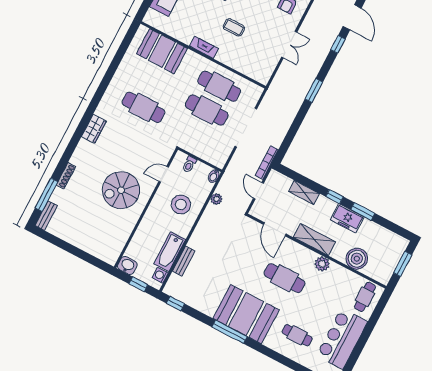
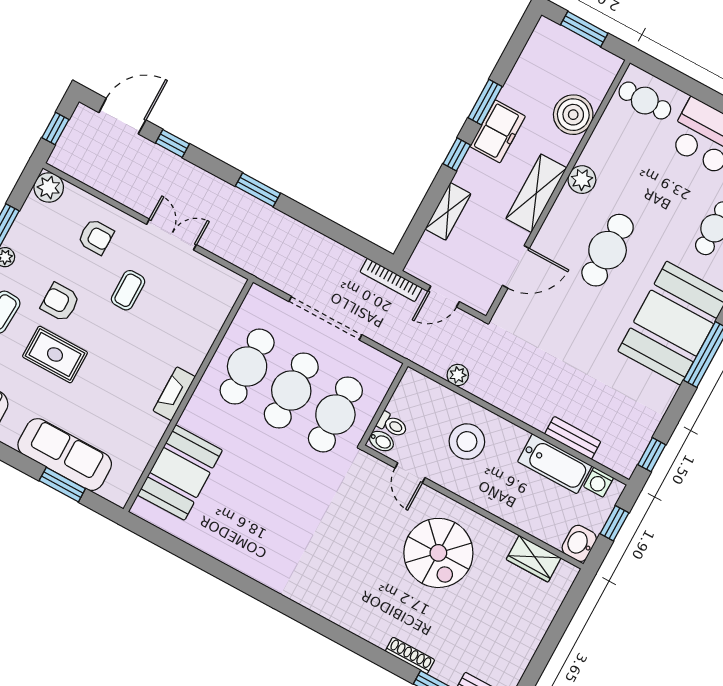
coffee table: (234, 27) -> (128, 290), moved
cafe table: (143, 107) -> (335, 414), moved
wardrobe: (94, 129) -> (534, 559), moved, turned 180
bidet: (214, 176) -> (381, 441), moved

